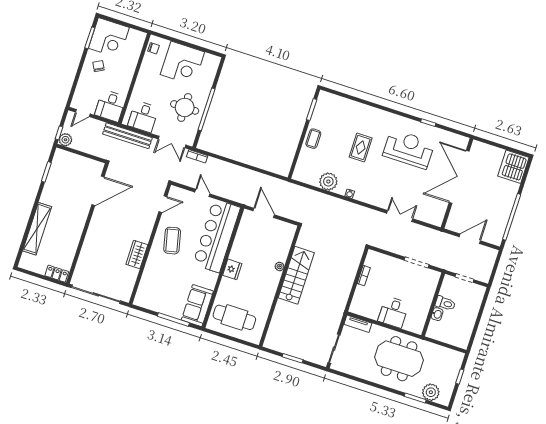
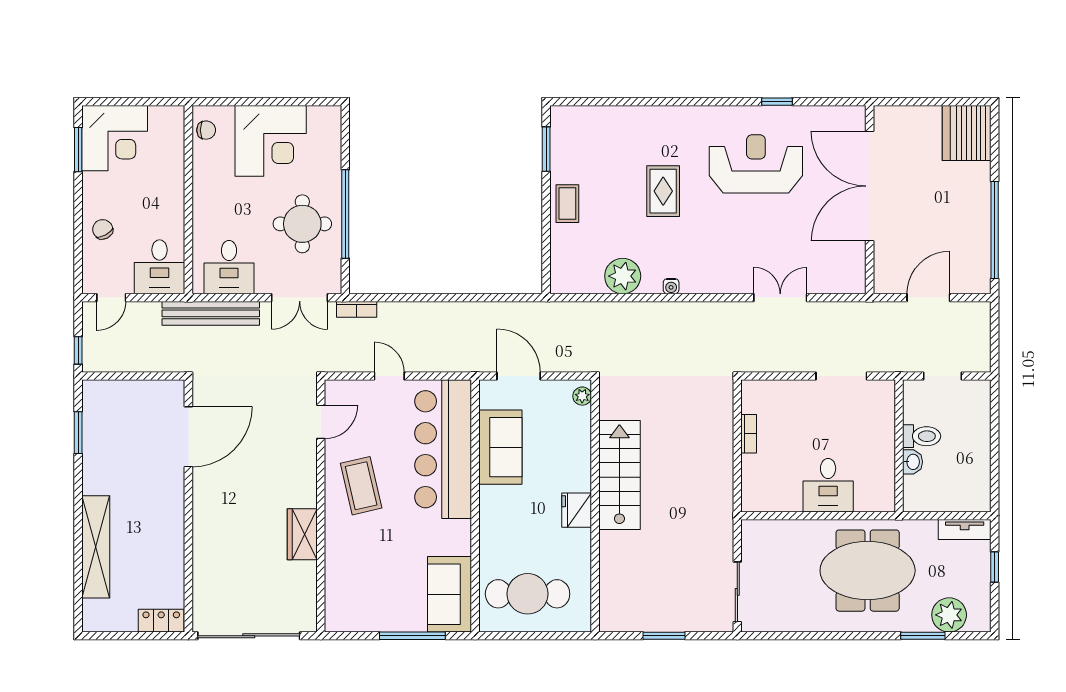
chair: (98, 66) -> (103, 229), moved
plant: (65, 140) -> (95, 359), removed
sofa: (244, 244) -> (500, 447), added
plant: (280, 266) -> (582, 396), moved
fridge: (232, 269) -> (577, 510), moved, turned 180
tv unit: (358, 324) -> (965, 529), moved

